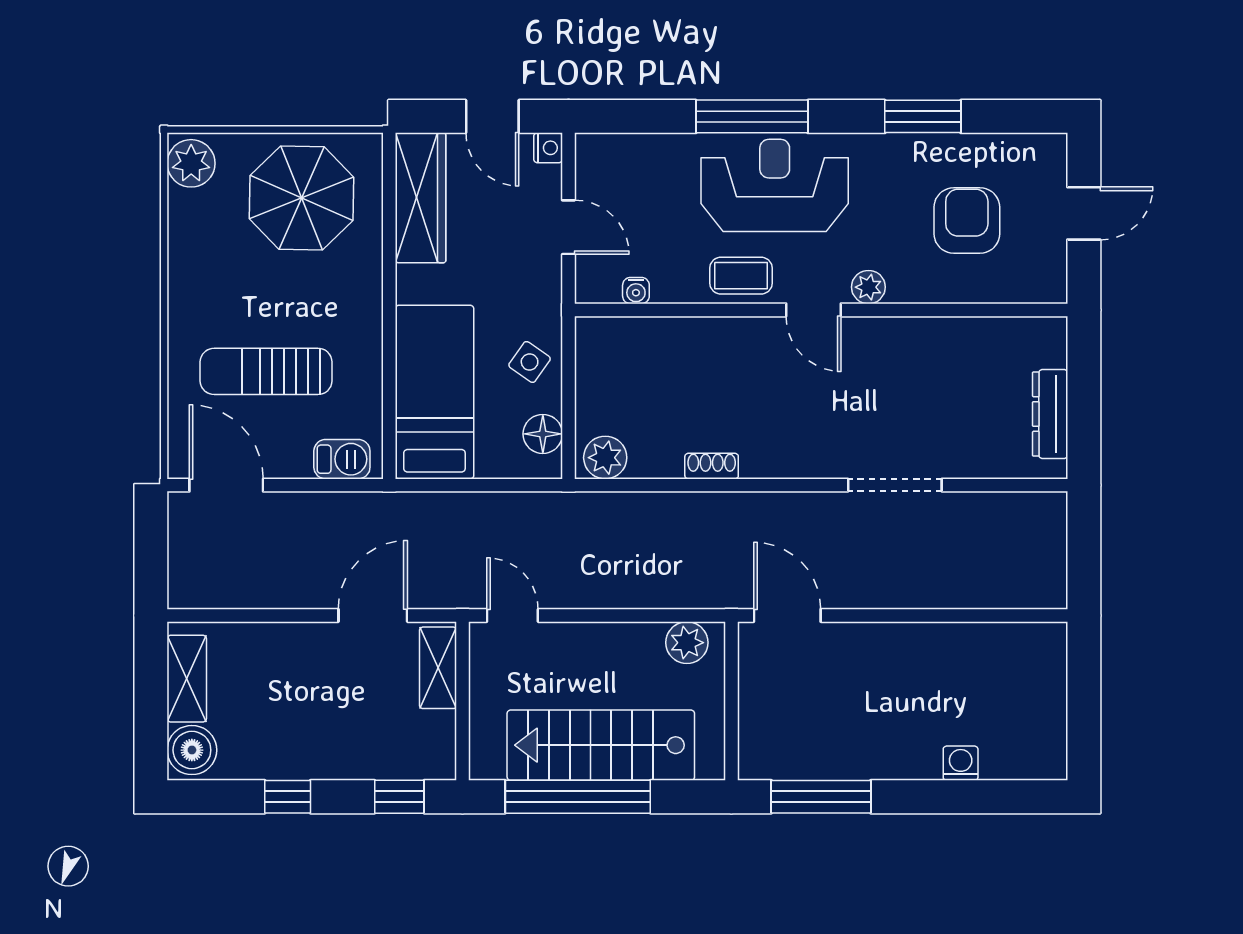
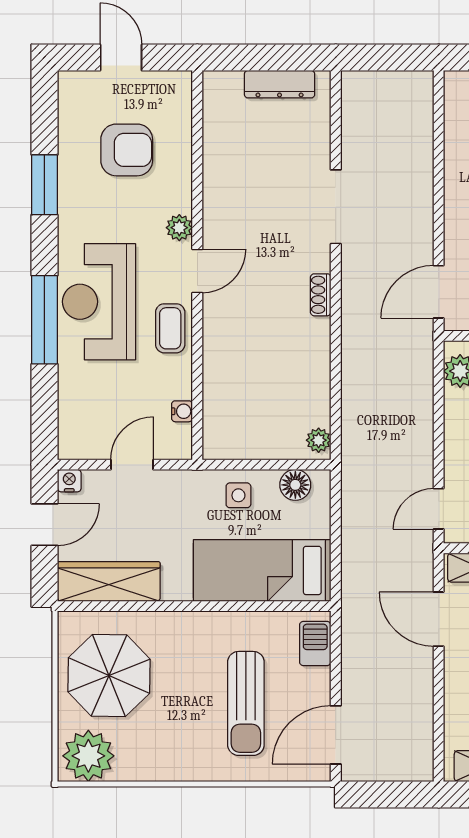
plant: (191, 163) -> (88, 756), width x1.36, depth x1.36
armchair: (967, 221) -> (127, 150), turned 180
side table: (530, 362) -> (238, 495), turned -35
plant: (605, 458) -> (319, 440), width x0.73, depth x0.73
shoe rack: (712, 466) -> (321, 295), moved

